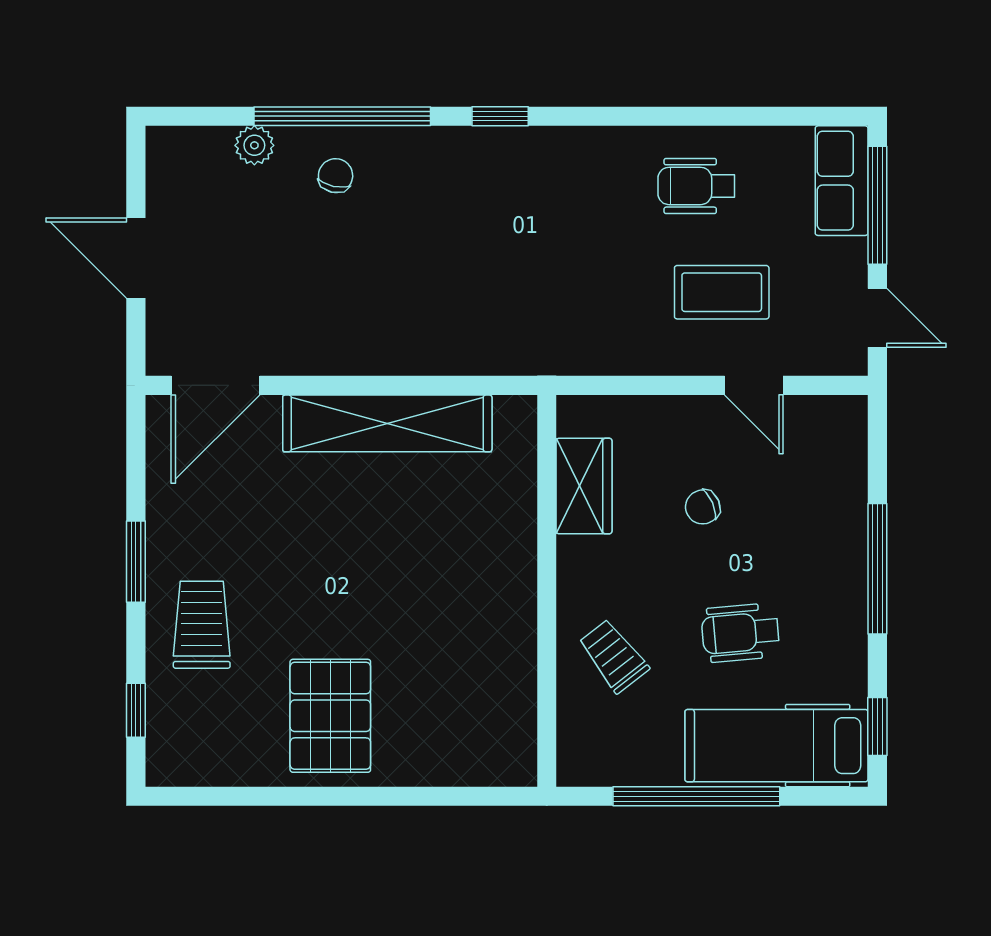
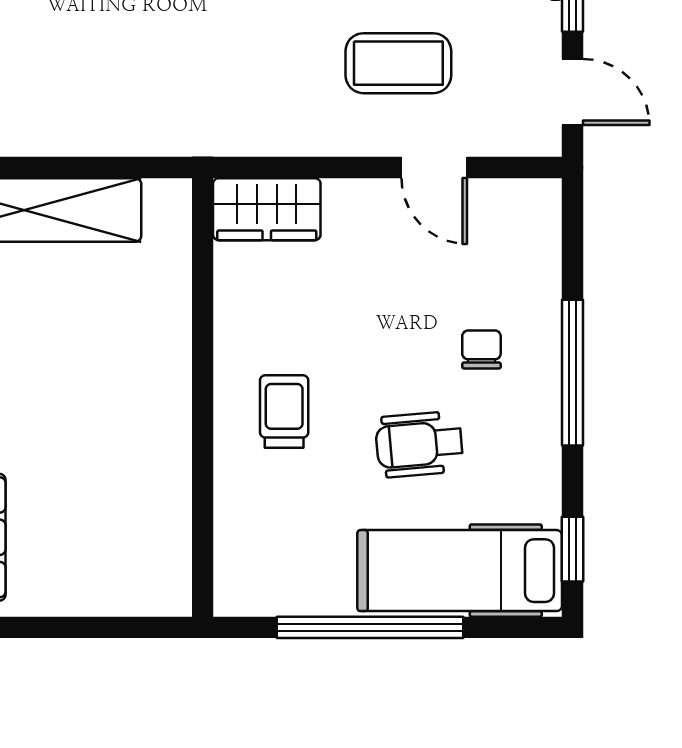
wardrobe: (584, 486) -> (267, 209), moved, turned 90
chair: (703, 507) -> (481, 349), moved, turned 113
trolley: (614, 656) -> (284, 411), moved, turned 38

